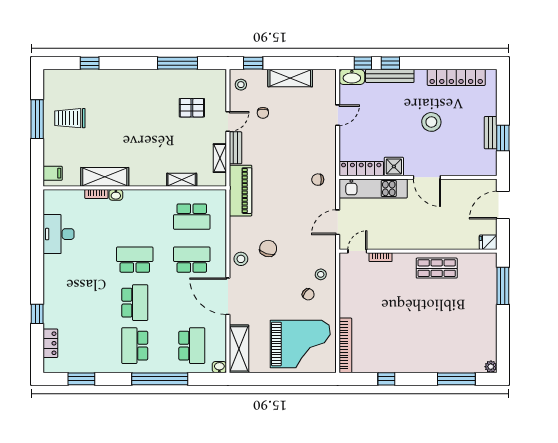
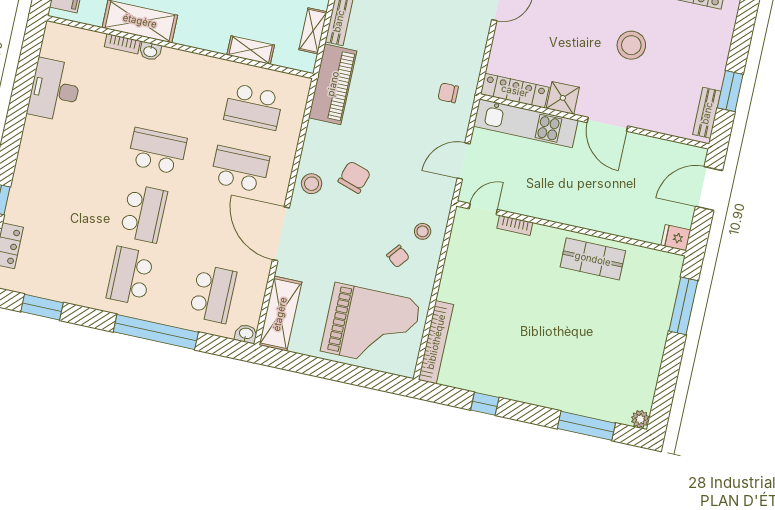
bench: (491, 133) -> (707, 113), moved

